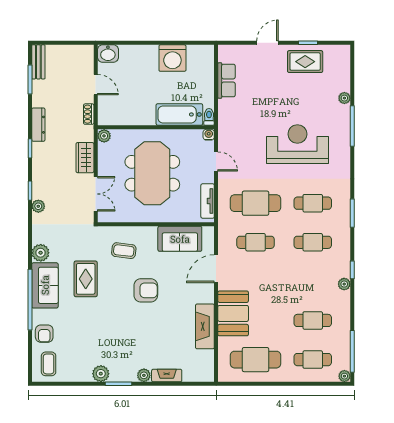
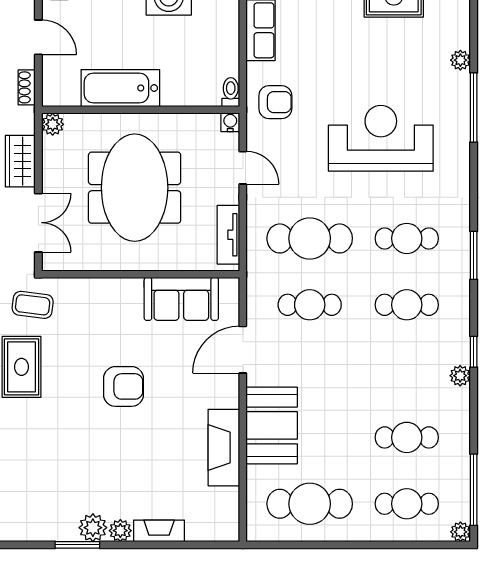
bathtub: (179, 114) -> (120, 88), moved
armchair: (235, 123) -> (275, 102), added
coffee table: (124, 251) -> (33, 305), moved
plant: (101, 374) -> (93, 528), moved

